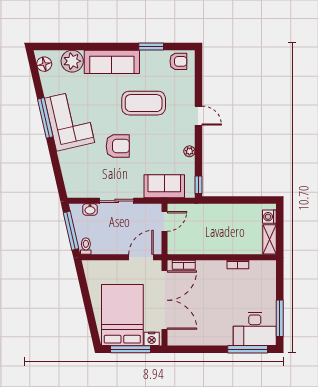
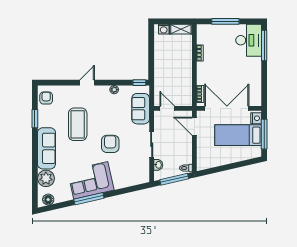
bed: (122, 315) -> (238, 135), width x0.67
window: (280, 318) -> (225, 21), moved

